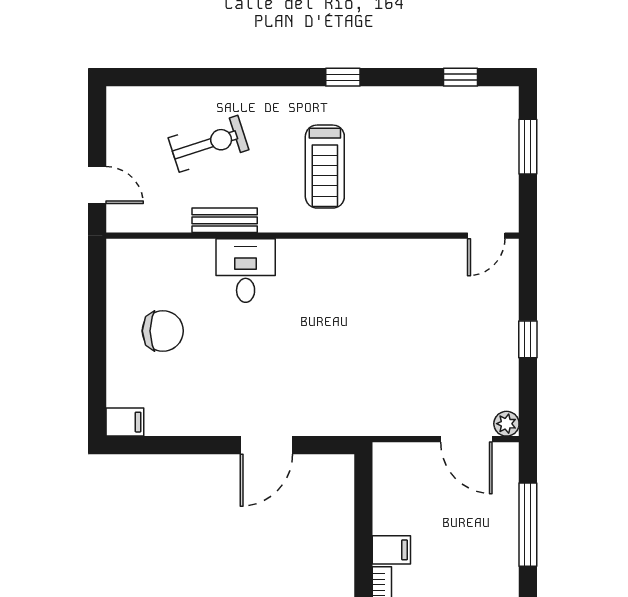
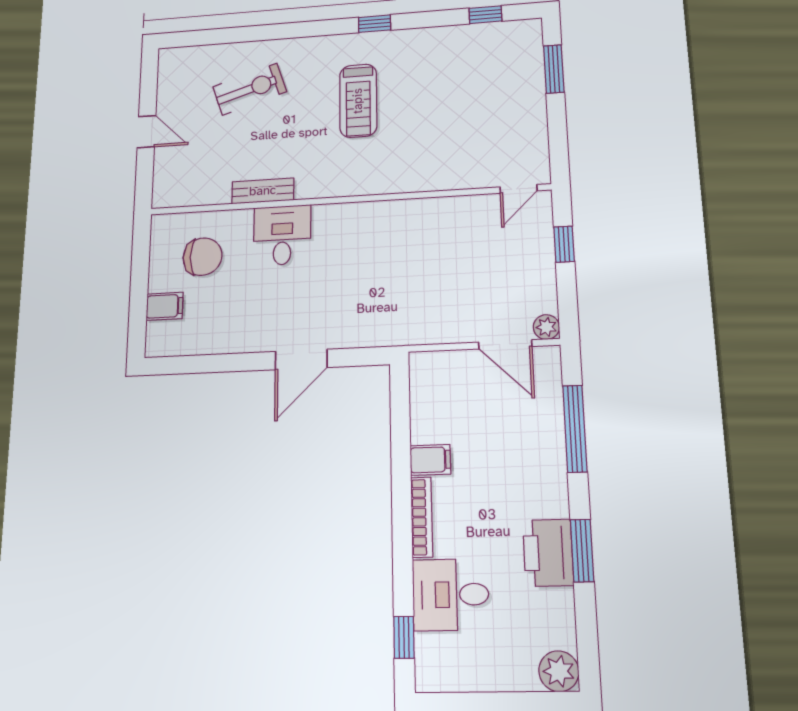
bench: (225, 220) -> (263, 191), moved
wall: (312, 236) -> (347, 200), moved
door: (486, 236) -> (519, 189), moved
desk: (246, 271) -> (282, 235), moved
filing cabinet: (125, 422) -> (165, 306), moved

